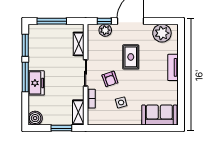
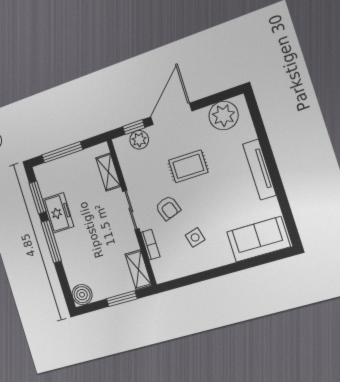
rug: (131, 57) -> (188, 166), turned 90
tv unit: (173, 67) -> (259, 170), width x1.41
freezer: (36, 83) -> (58, 213), moved

